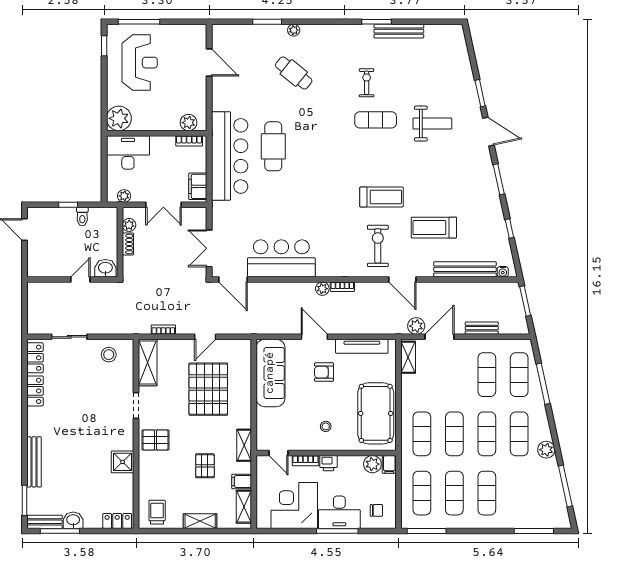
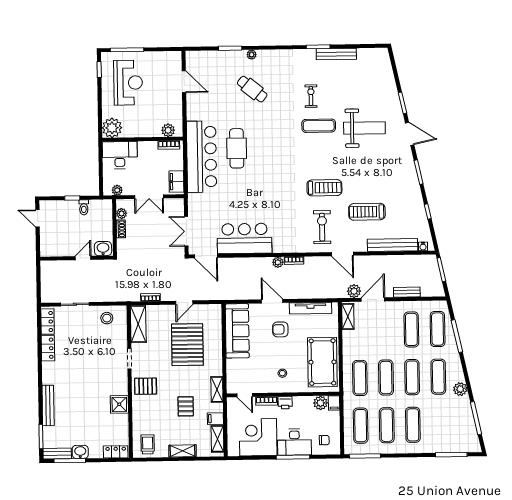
weight bench: (432, 124) -> (364, 128), width x1.36, depth x1.33

